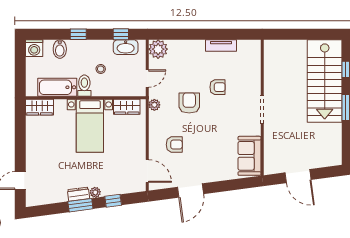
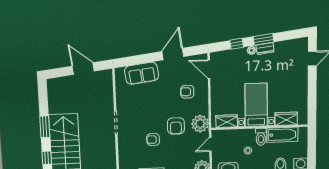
plant: (154, 105) -> (200, 124), width x1.87, depth x1.87
wardrobe: (40, 107) -> (286, 119), moved
sofa: (249, 156) -> (142, 73), moved, turned 82

